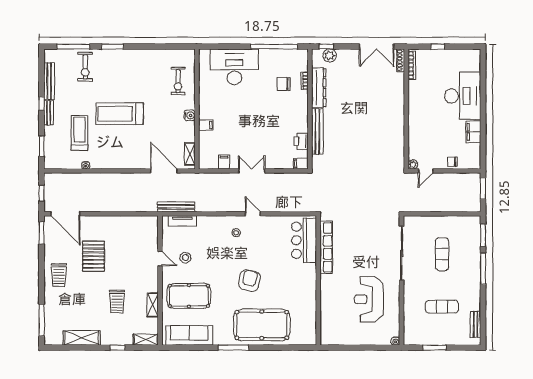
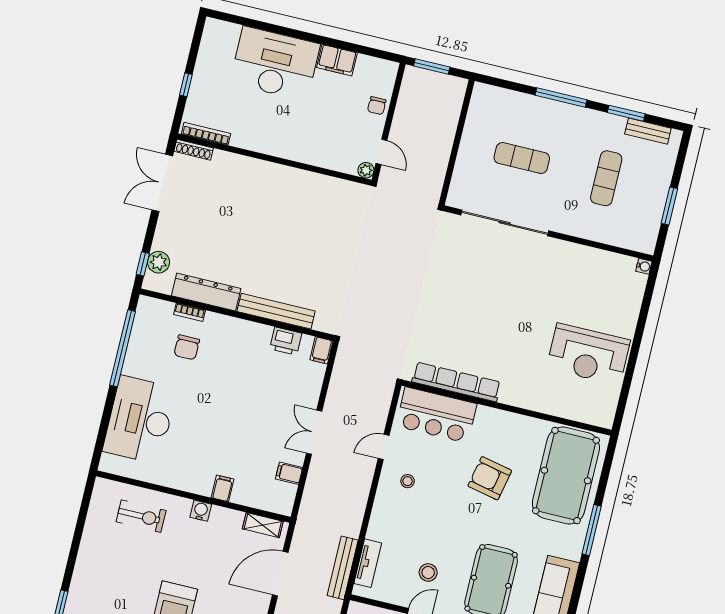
double door: (377, 47) -> (162, 183), swing flipped
window: (483, 235) -> (626, 113), moved
bar counter: (304, 240) -> (436, 415), moved
row of seats: (326, 247) -> (456, 382), moved
wall: (318, 280) -> (506, 408), moved
reception desk: (369, 299) -> (588, 354), moved

